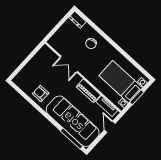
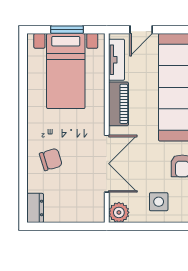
plant: (45, 51) -> (119, 212), added
double door: (69, 64) -> (107, 164), width x1.37
side table: (35, 71) -> (159, 202), added

